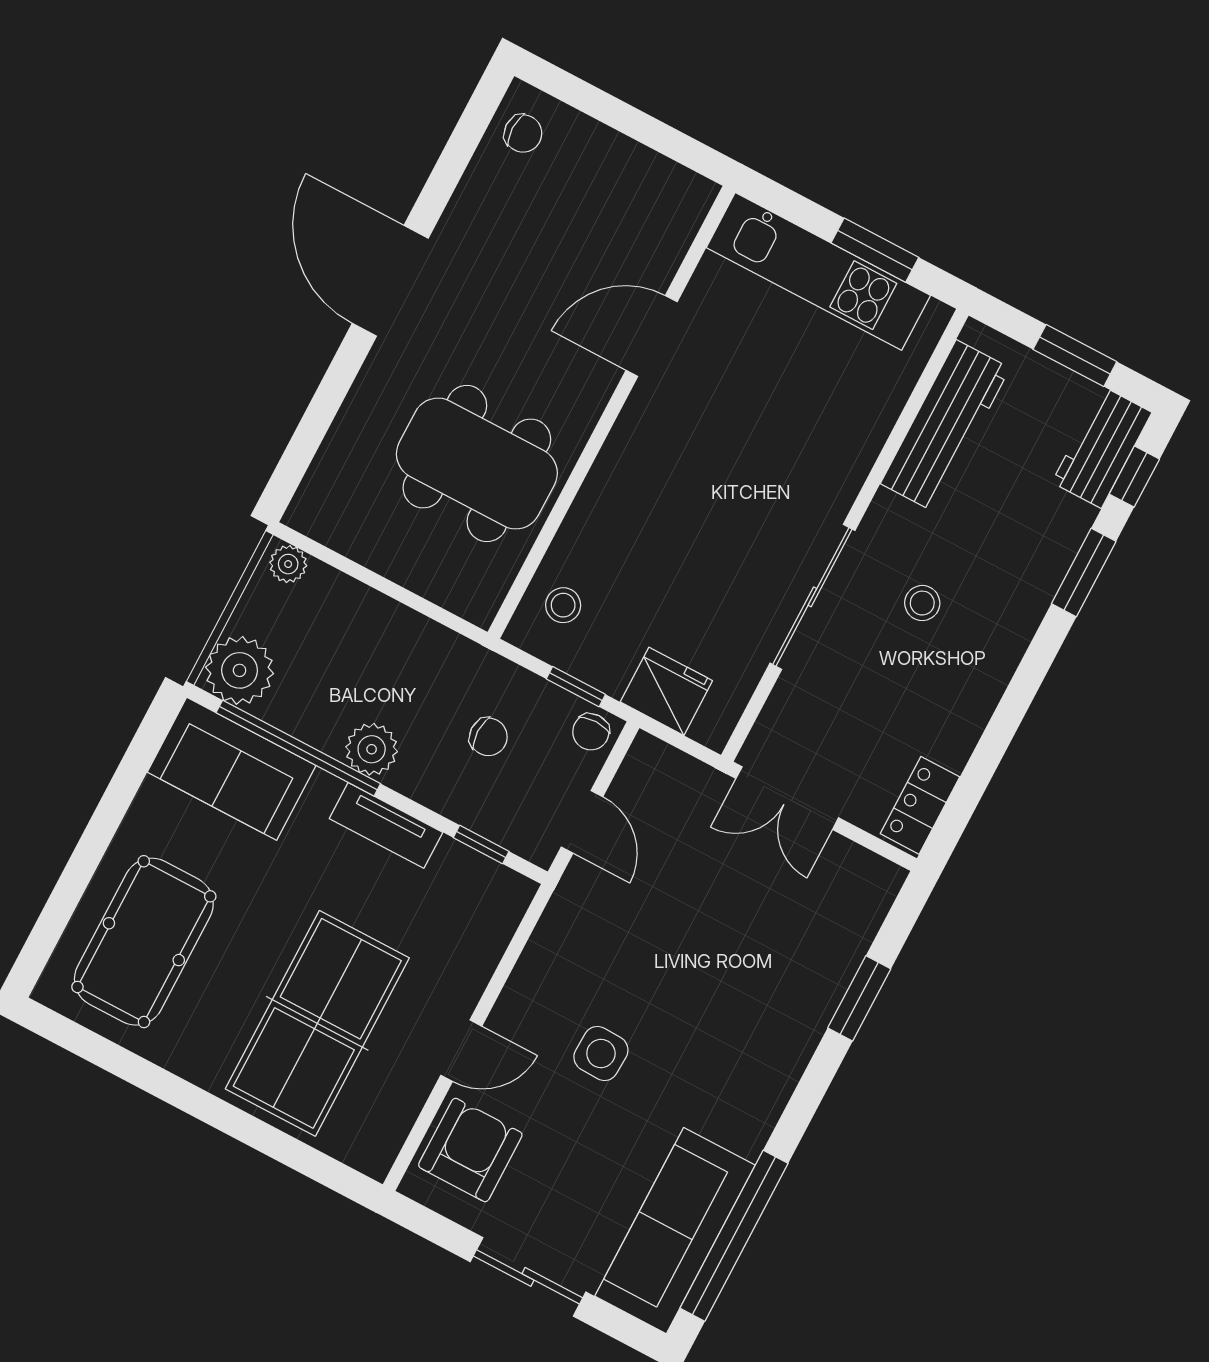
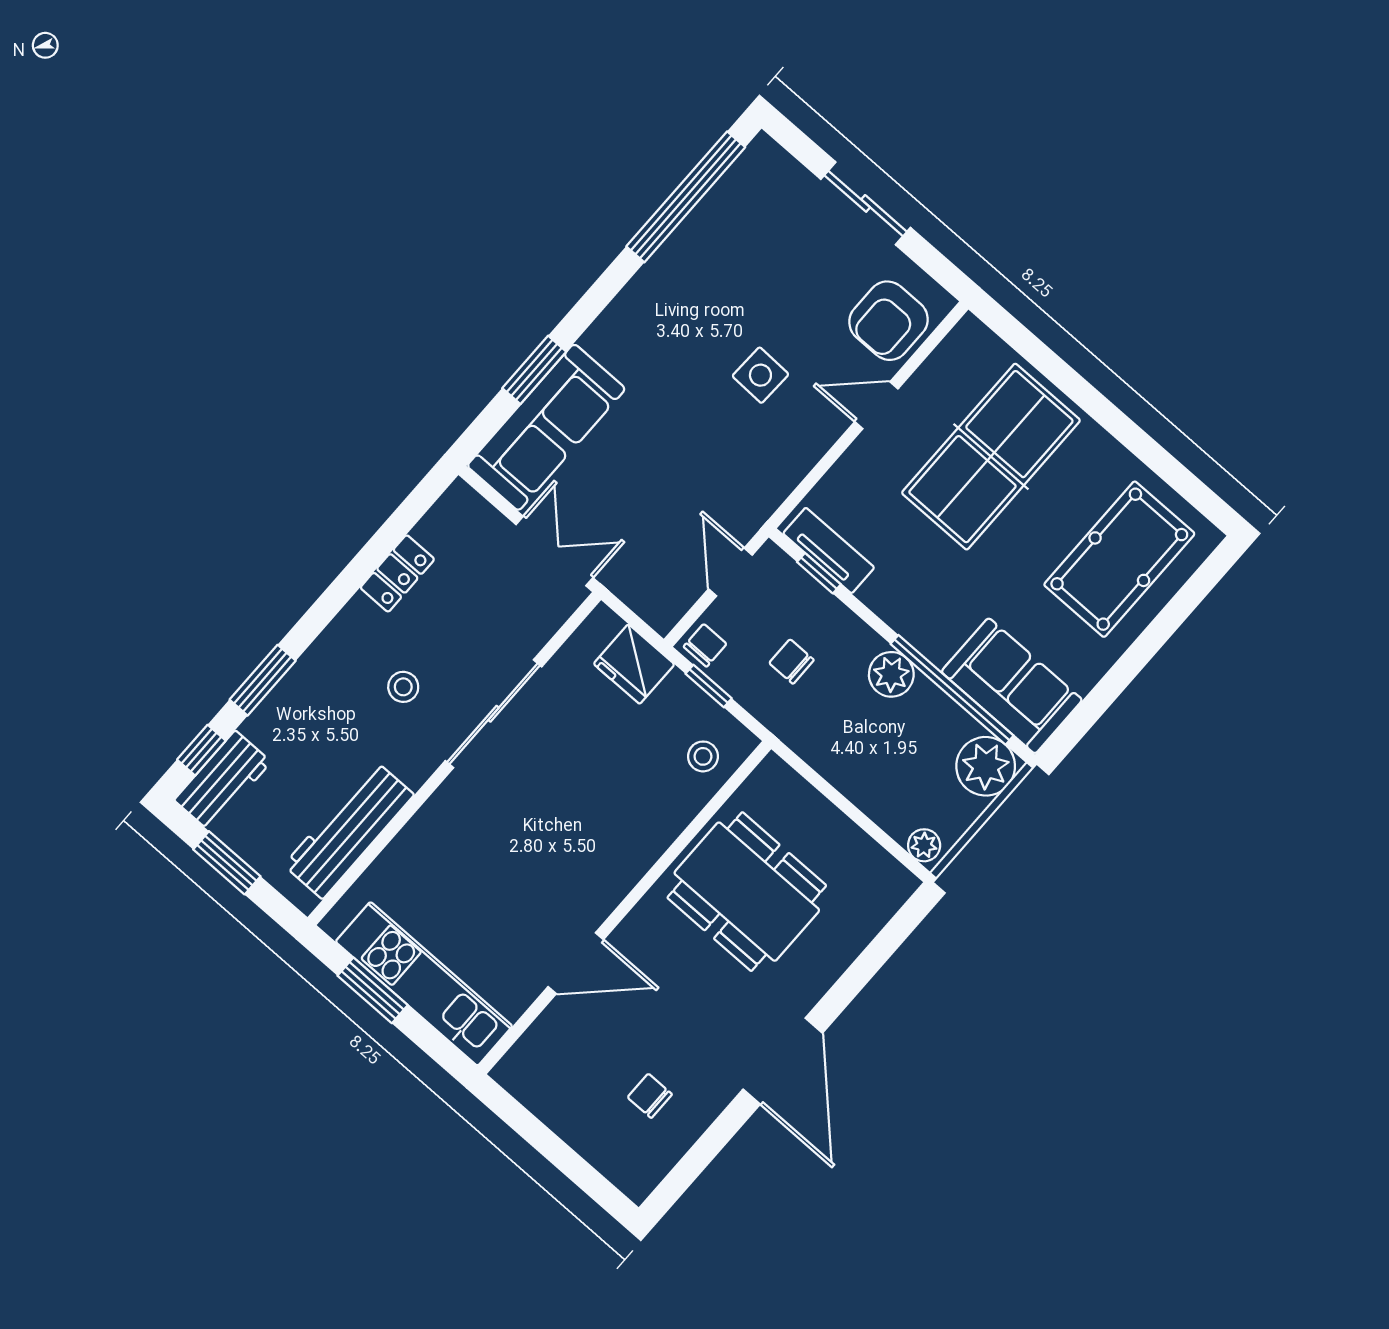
chair: (523, 133) -> (650, 1096), moved
locker: (920, 805) -> (397, 573), moved
tv unit: (386, 825) -> (829, 550), moved
sofa: (675, 1231) -> (546, 427), moved

